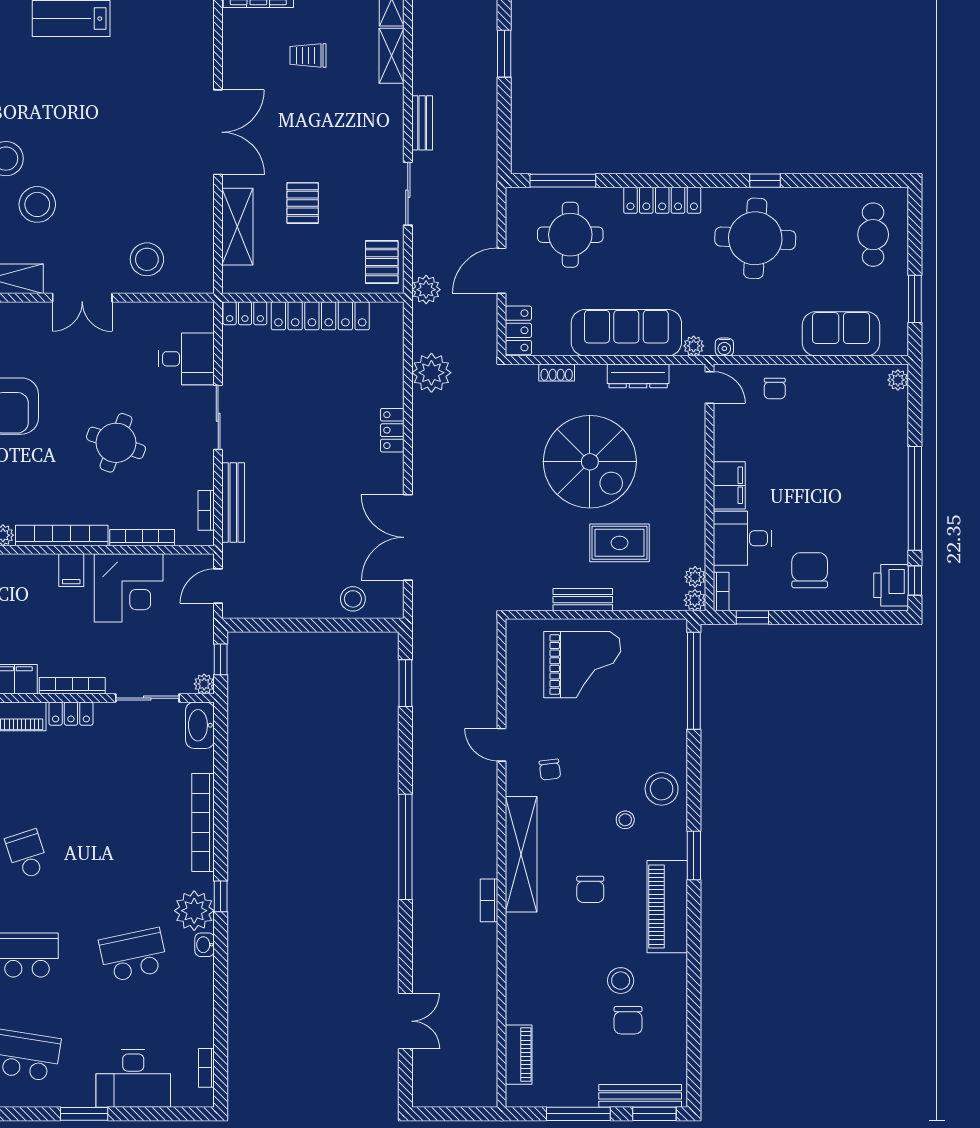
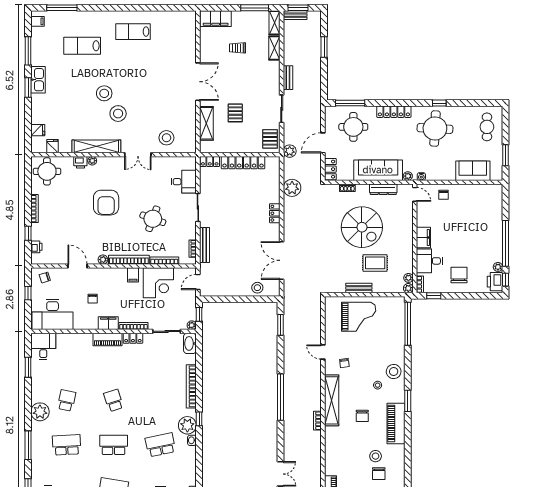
plant: (898, 380) -> (498, 267), moved

